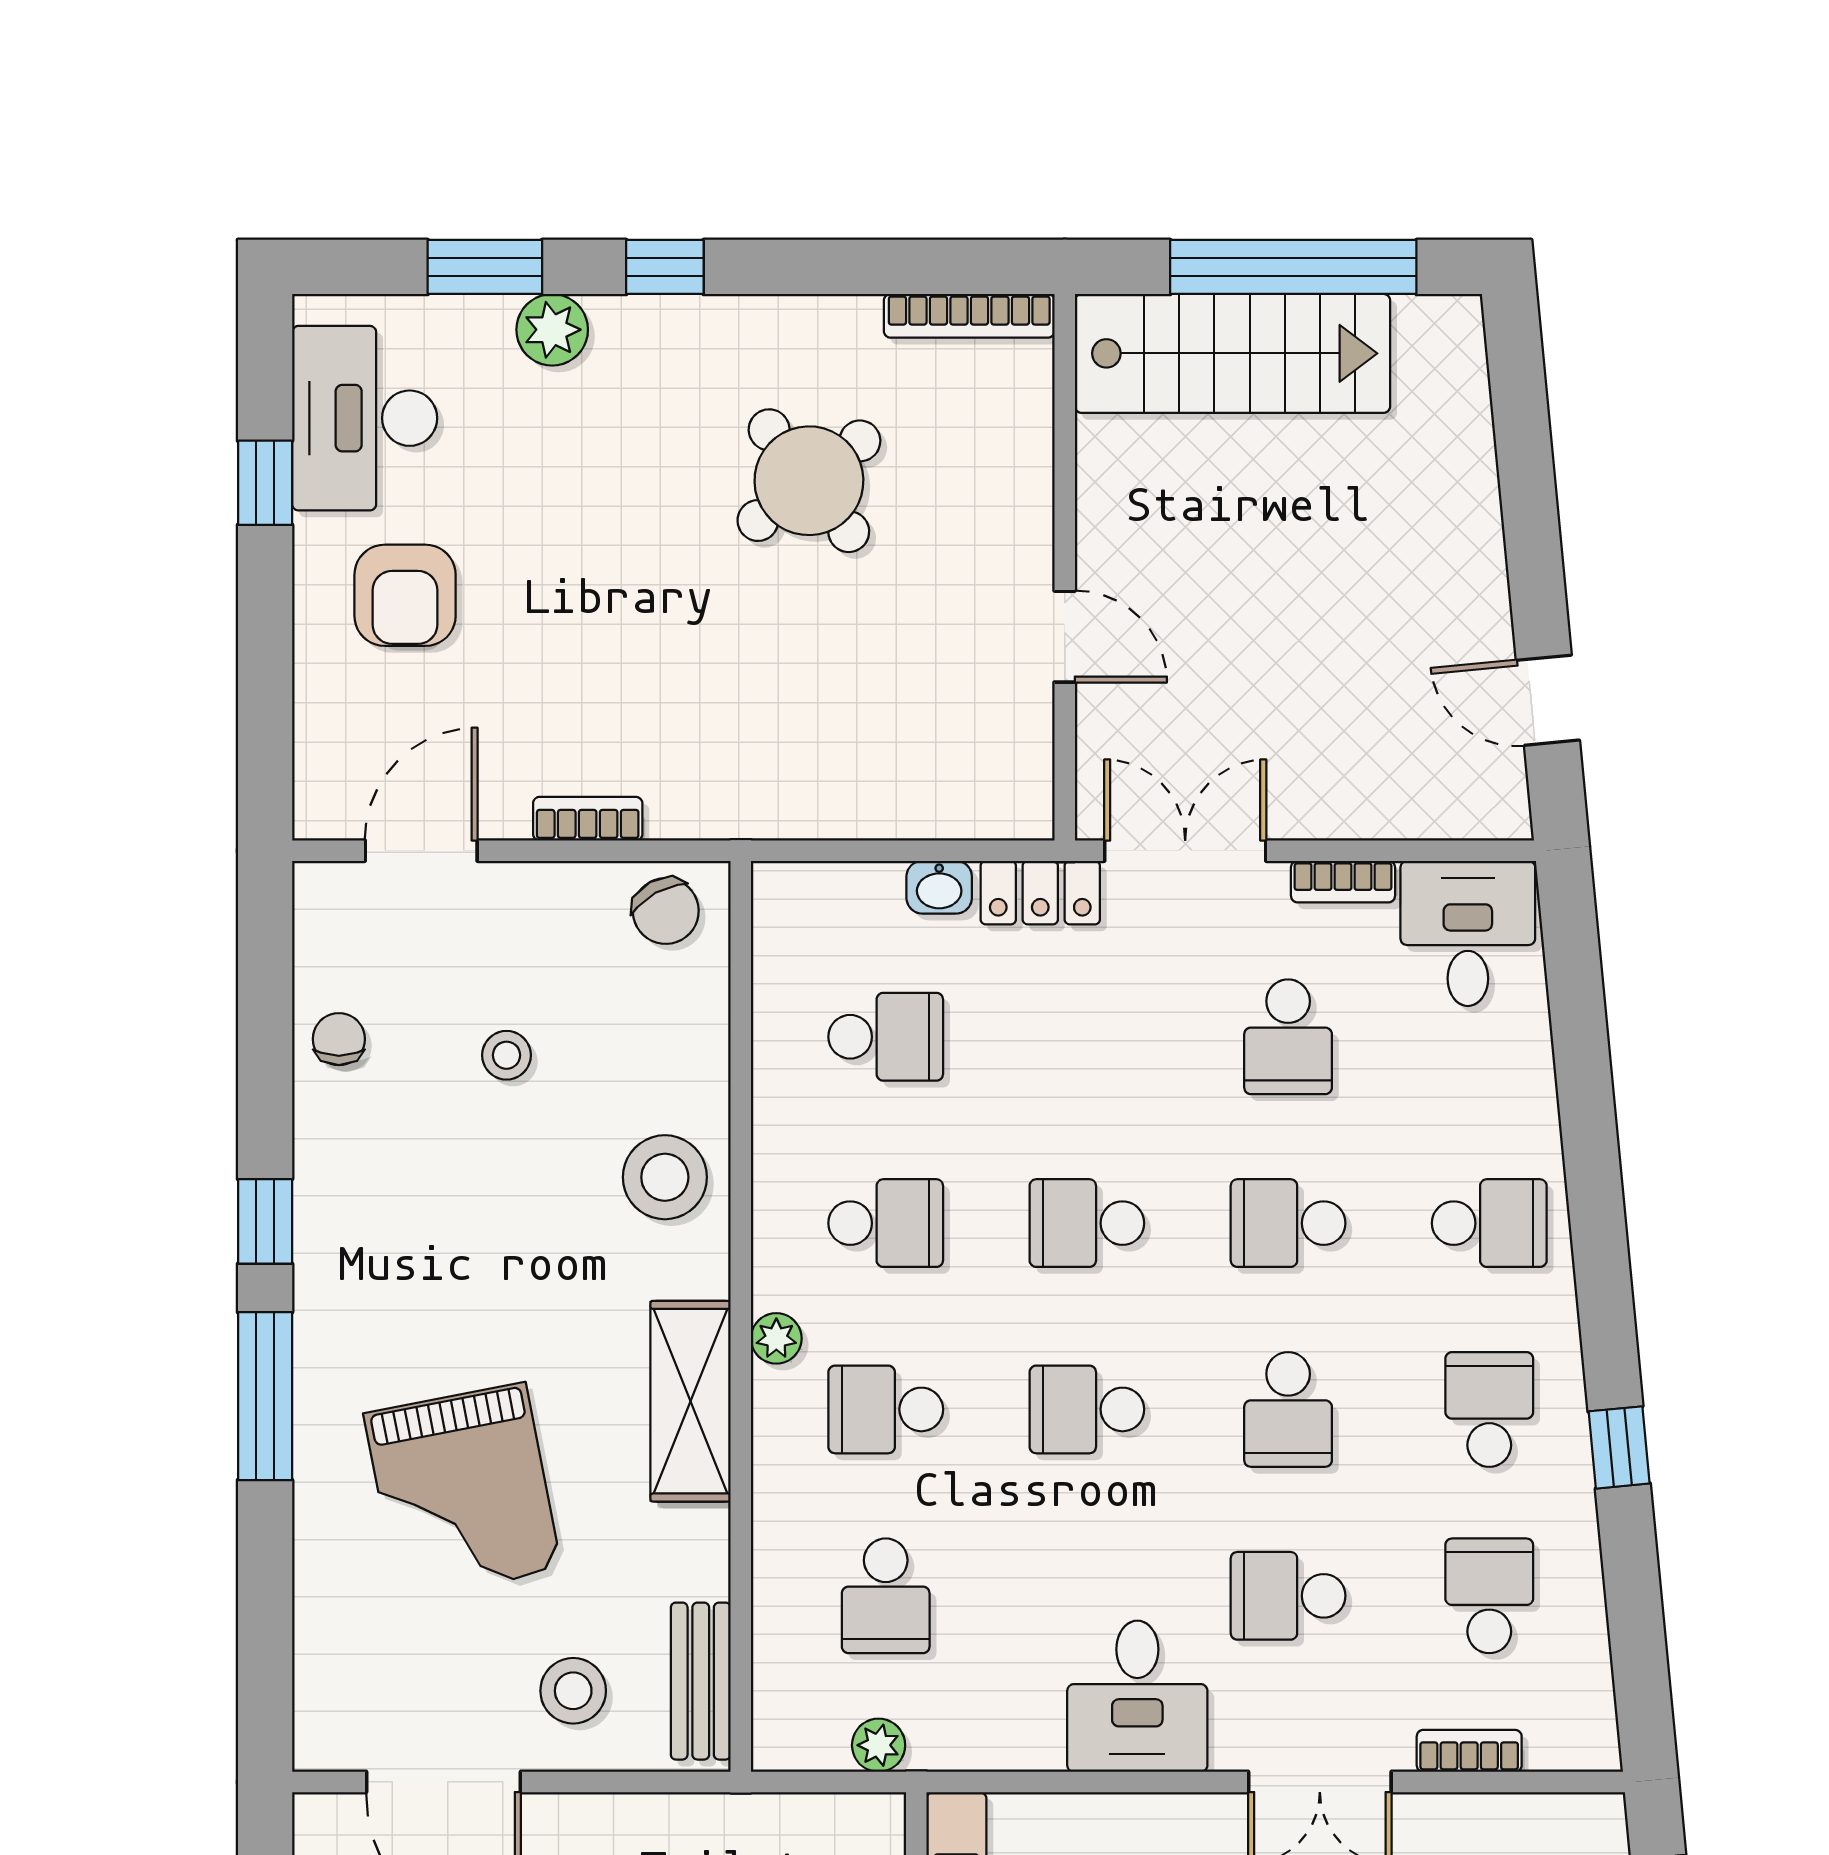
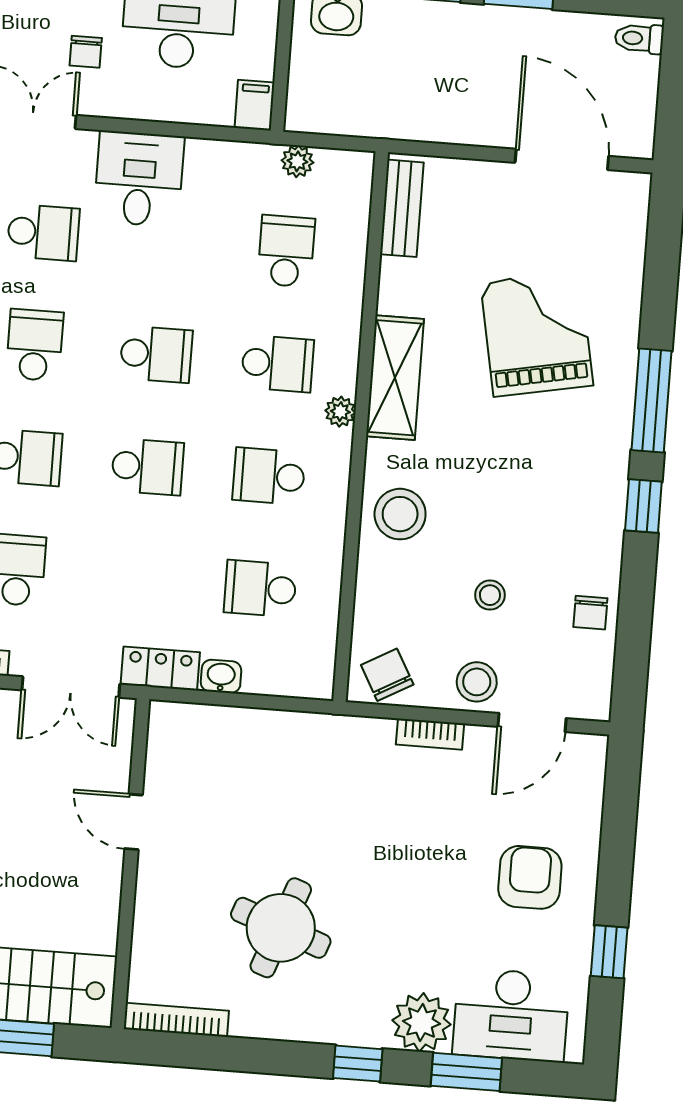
plant: (552, 330) -> (421, 1022), width x1.36, depth x1.36
desk: (365, 418) -> (511, 1015), moved, turned 90
round table: (809, 481) -> (281, 928), turned -32
stool: (573, 1691) -> (477, 682), moved

